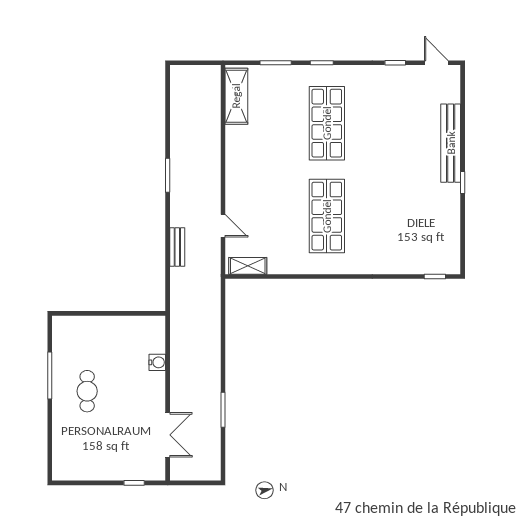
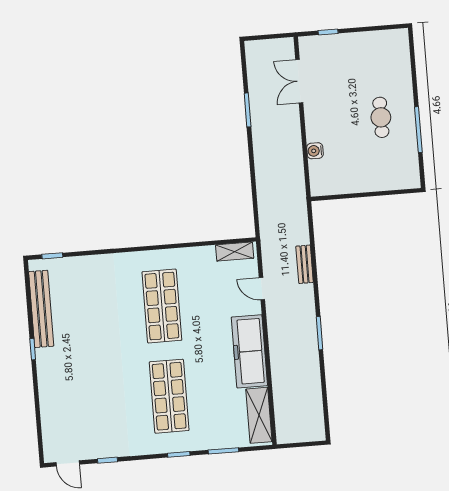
bench: (451, 143) -> (41, 309), moved
freezer: (241, 162) -> (249, 351), added

